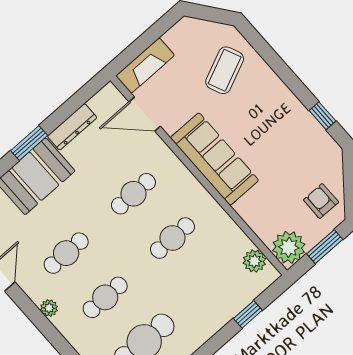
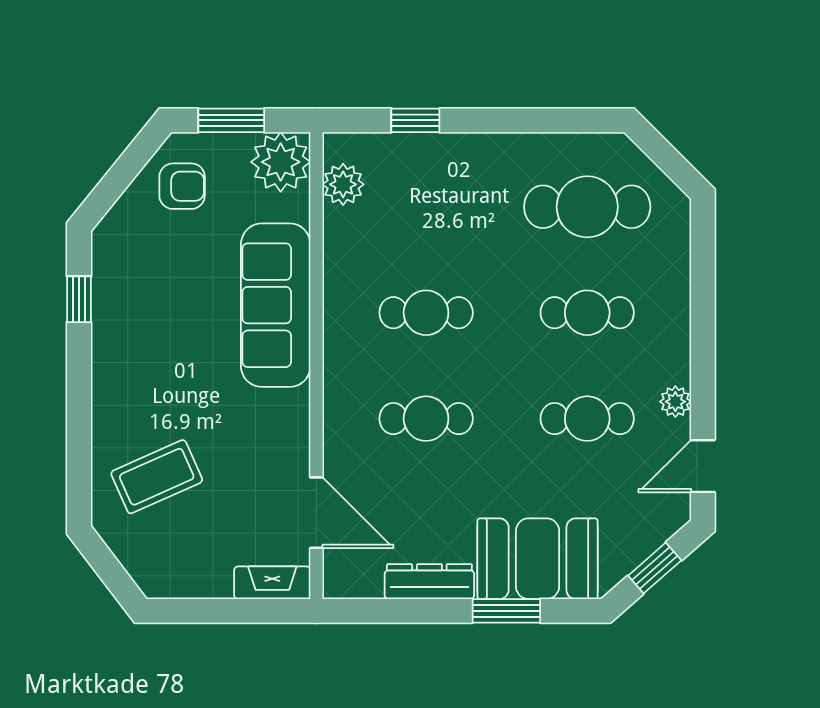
fireplace: (145, 65) -> (272, 583), width x0.73, depth x0.76
sofa: (214, 159) -> (276, 305), moved
armchair: (321, 201) -> (182, 186), turned -90
plant: (49, 308) -> (675, 402), moved

